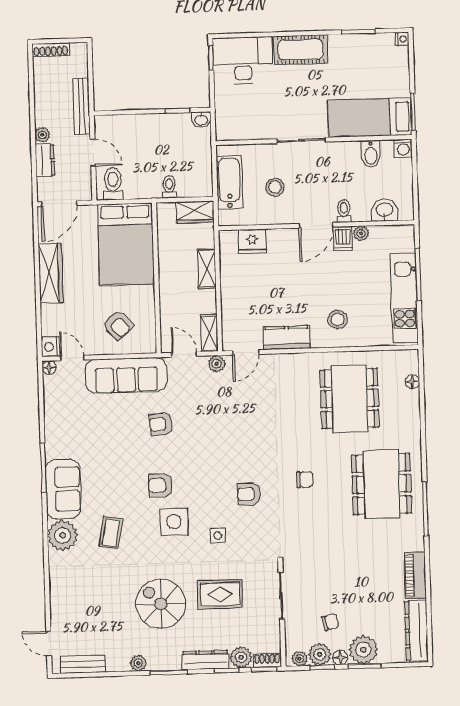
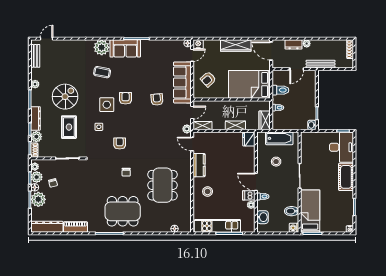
toilet: (113, 184) -> (280, 90), moved
fridge: (252, 241) -> (249, 139), moved
dining table: (349, 399) -> (162, 185), moved, turned 90

